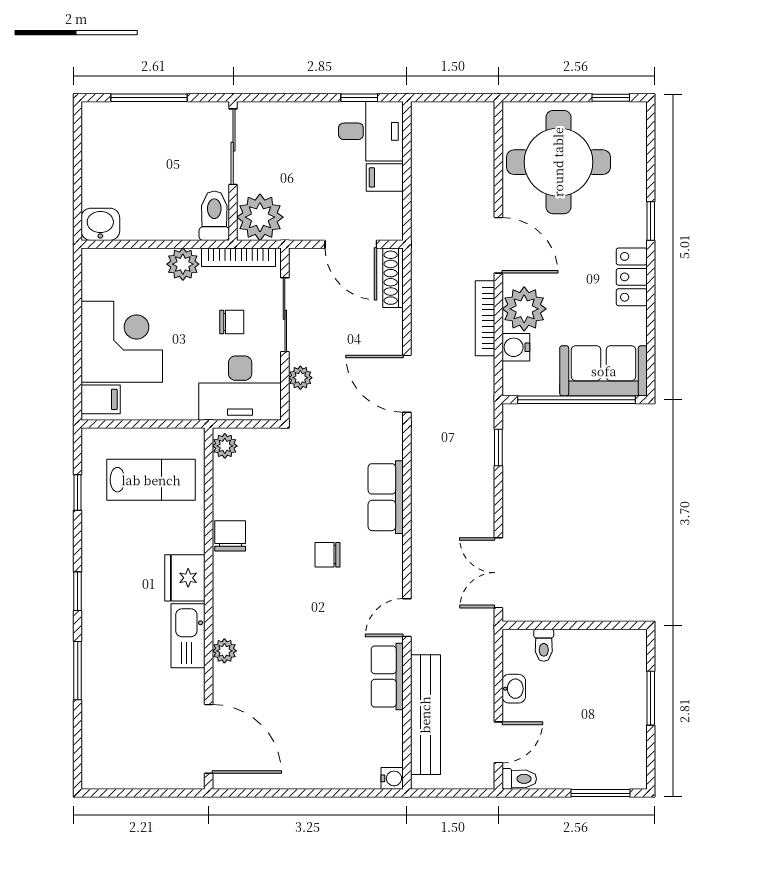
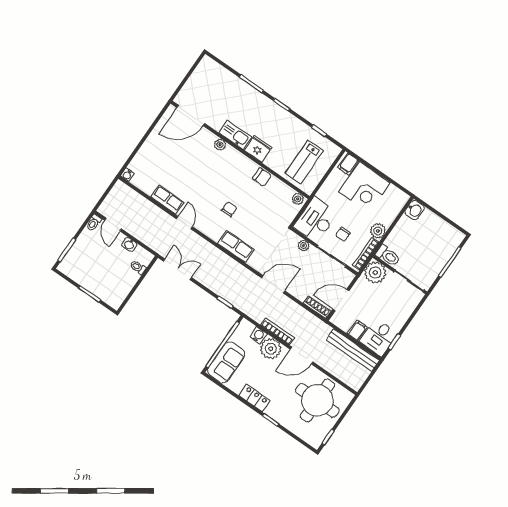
bench: (425, 715) -> (353, 350), moved

